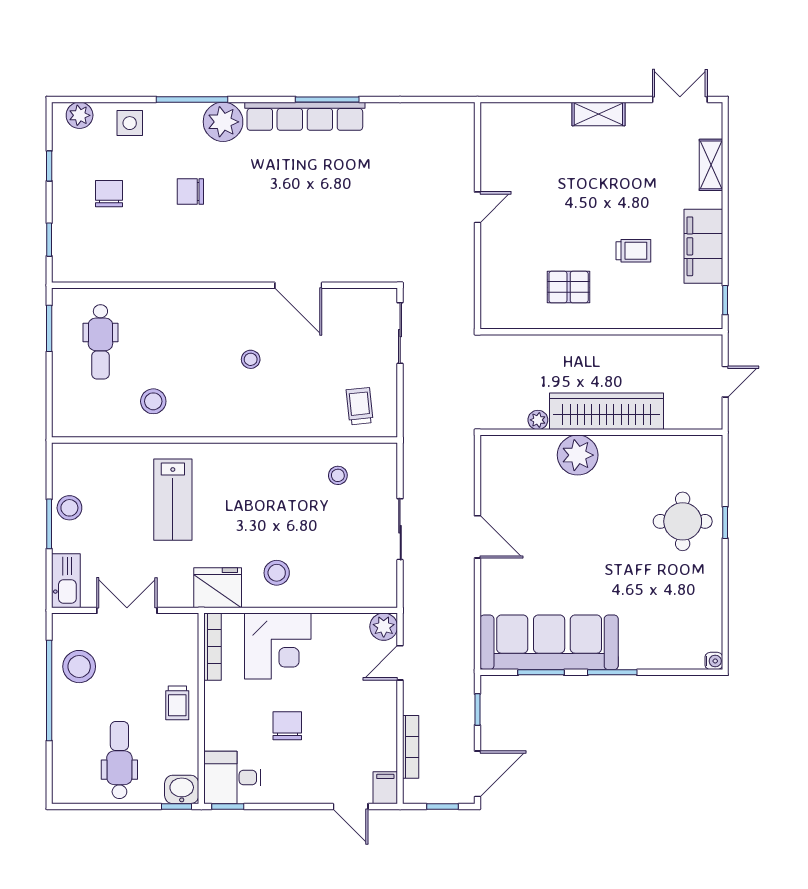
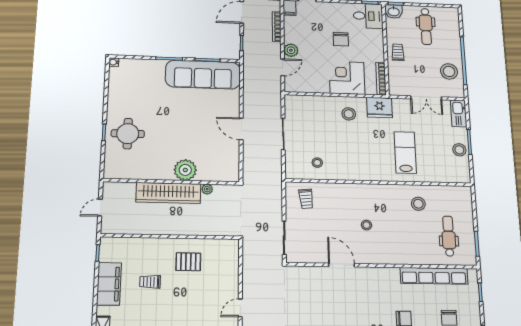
row of seats: (132, 268) -> (434, 276), added
plant: (384, 627) -> (291, 50), moved

